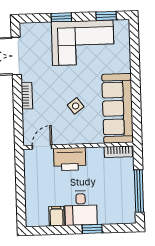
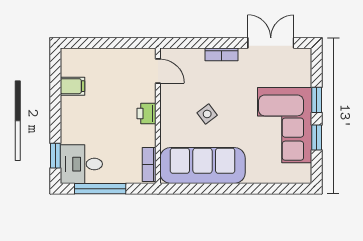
window: (106, 16) -> (317, 137), moved
printer: (70, 159) -> (147, 114), width x0.53, depth x0.68
desk: (81, 208) -> (81, 164), moved
window: (92, 229) -> (55, 156), moved

